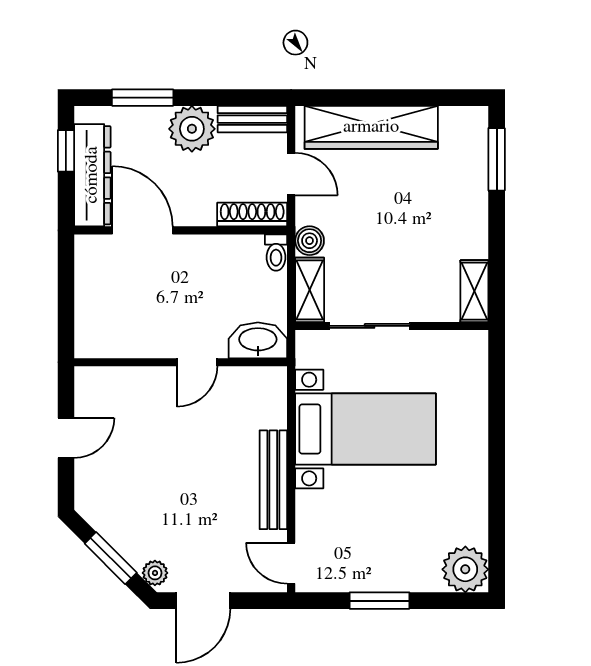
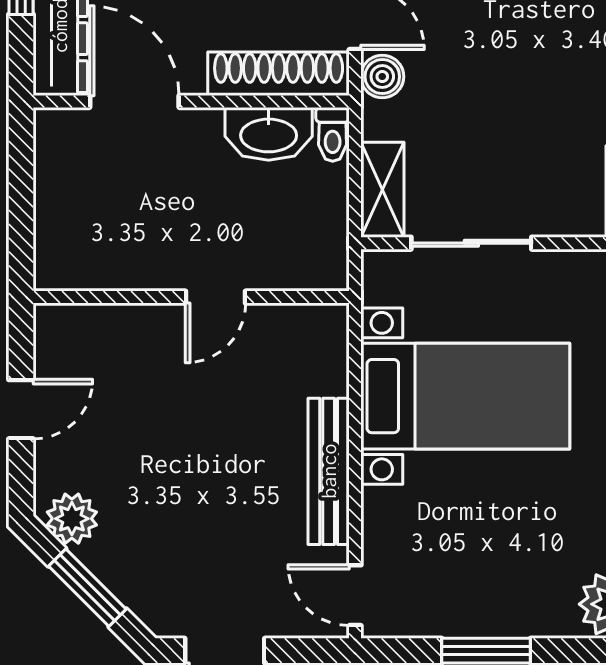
shoe rack: (252, 215) -> (279, 74), width x1.36, depth x1.24
boiler: (310, 241) -> (382, 77), moved
washbasin: (258, 340) -> (269, 134), moved, turned 180
plant: (155, 573) -> (72, 519), moved, width x1.38, depth x1.38

